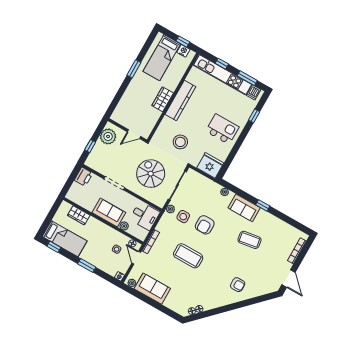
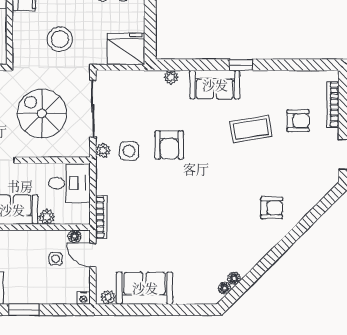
armchair: (275, 249) -> (298, 121), added
coffee table: (188, 256) -> (171, 207), removed

